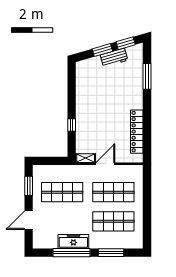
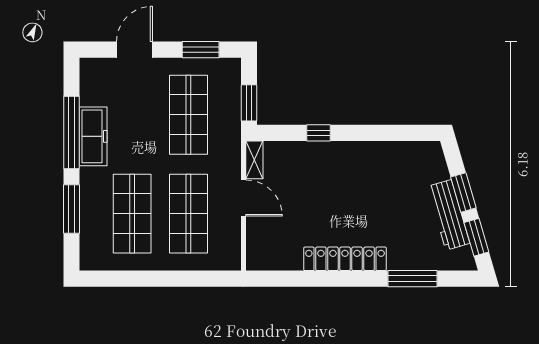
workbench: (114, 58) -> (449, 215), width x1.38
locker: (137, 132) -> (345, 259), moved
window: (56, 161) -> (249, 103), added
door: (29, 220) -> (134, 50), hinge flipped

